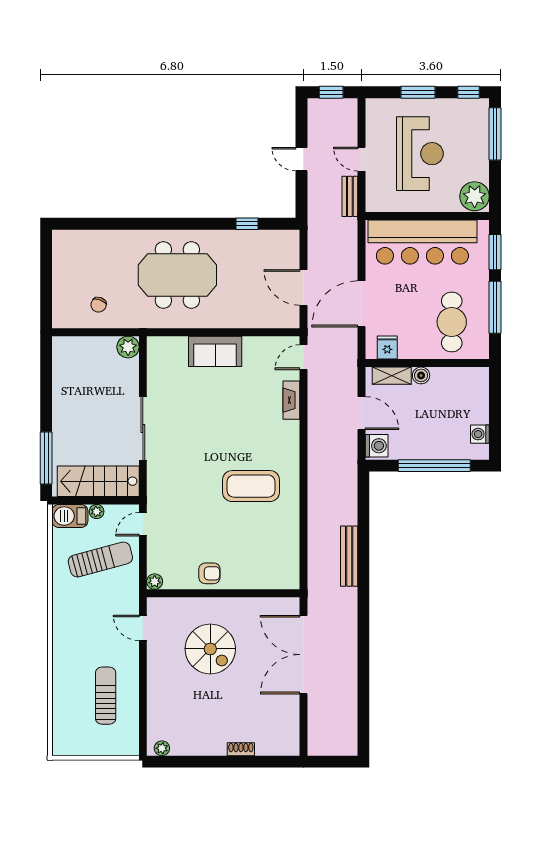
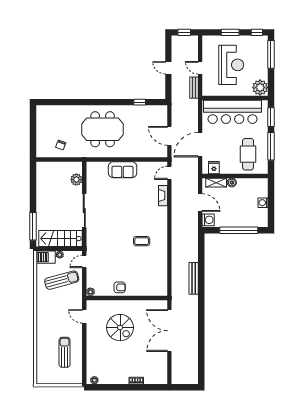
plant: (128, 347) -> (76, 180), moved
washing machine: (480, 434) -> (263, 203), moved
coffee table: (251, 486) -> (142, 241), width x0.54, depth x0.58

